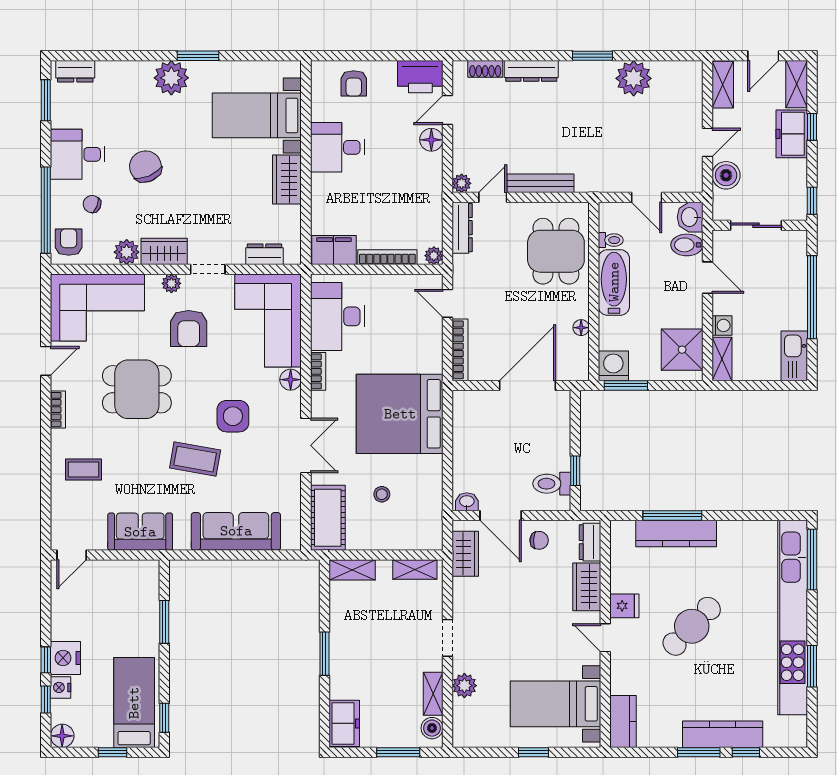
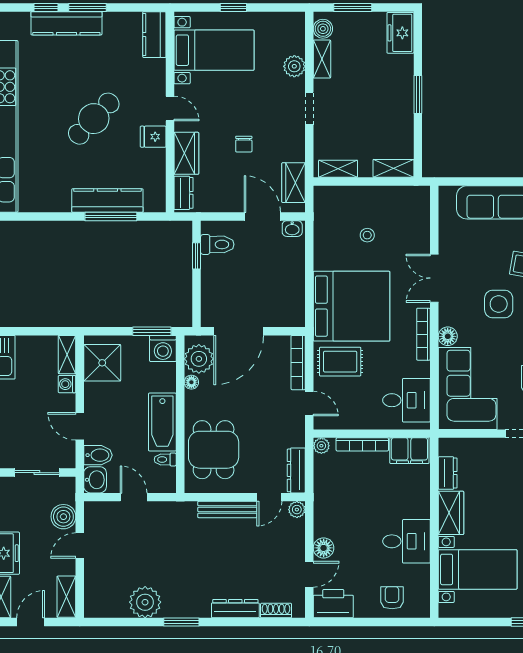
dresser: (264, 254) -> (448, 473), moved, turned -90
desk: (337, 316) -> (406, 400), width x0.73
rug: (412, 351) -> (340, 362), added
plant: (573, 354) -> (199, 359), added
bookcase: (318, 371) -> (423, 334), width x1.56
cot: (328, 518) -> (415, 214), removed
chair: (539, 540) -> (244, 144), moved, turned -93

